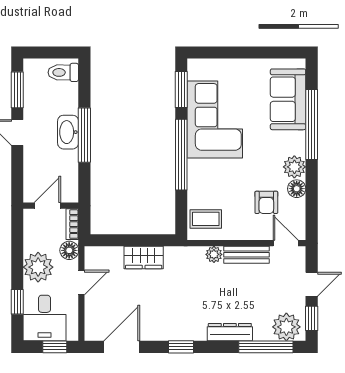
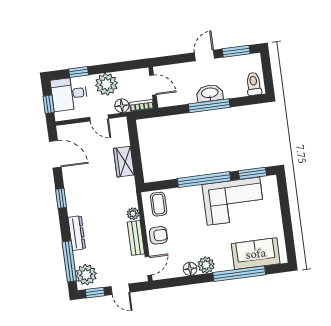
armchair: (266, 202) -> (158, 235), moved, turned 180

